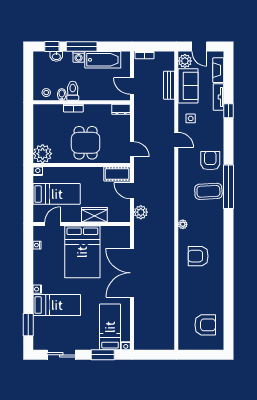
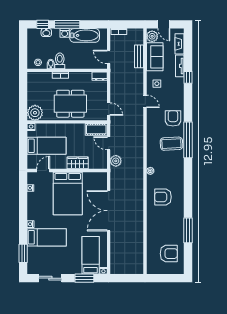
dining table: (86, 143) -> (70, 104), width x1.38
window: (228, 297) -> (188, 230), added

